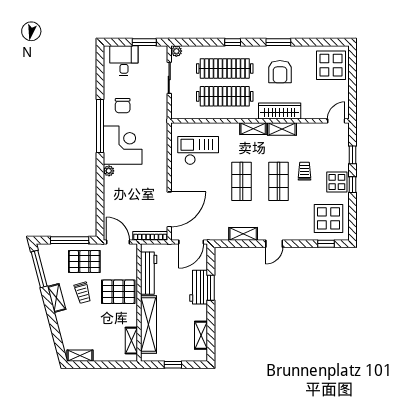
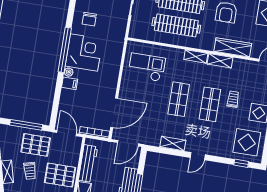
wardrobe: (280, 111) -> (233, 47), moved
window: (100, 126) -> (65, 50), moved
filing cabinet: (112, 184) -> (70, 83), added

